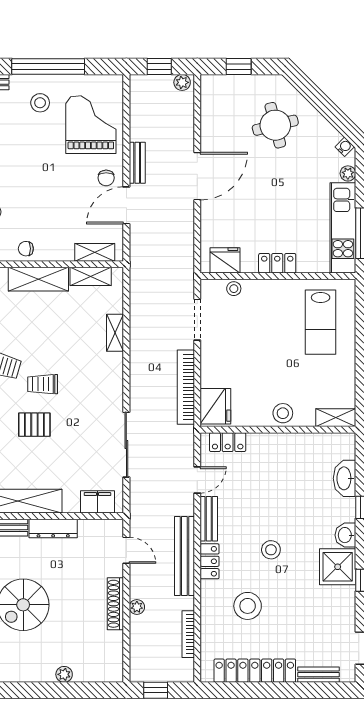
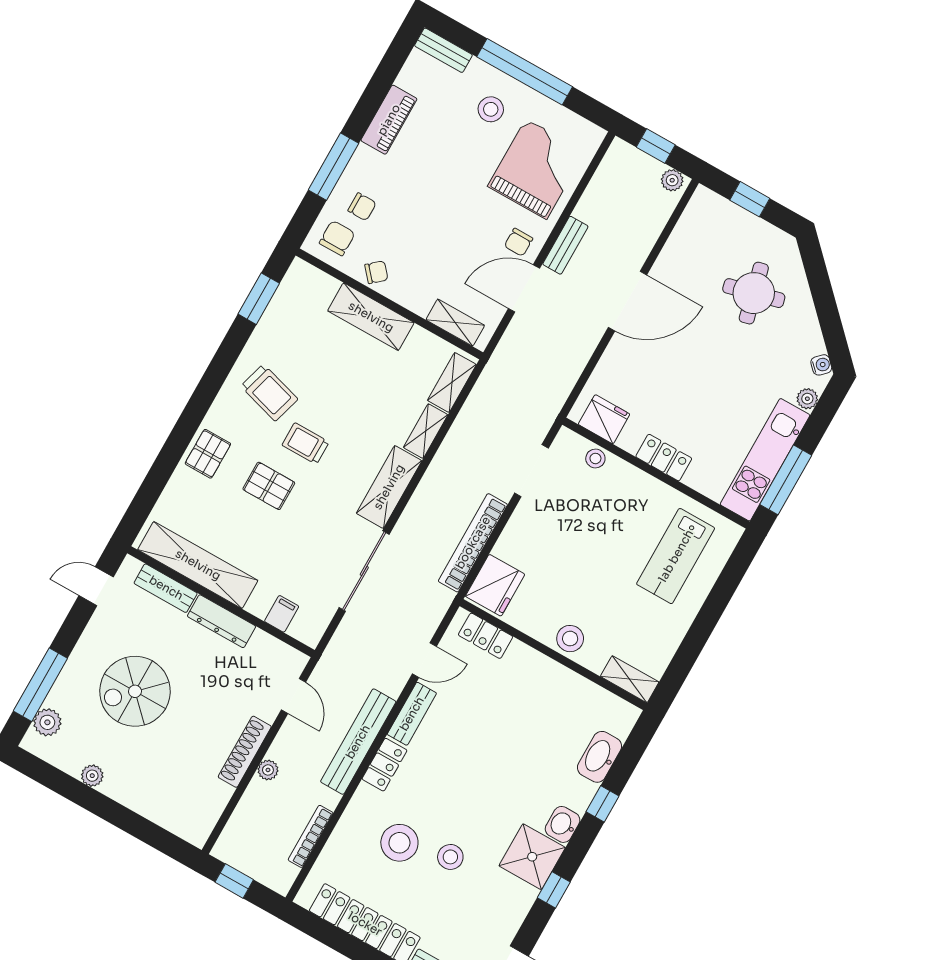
chair: (26, 249) -> (376, 272), turned 139
shelving: (91, 276) -> (452, 382), moved, turned 90
shelving: (112, 382) -> (389, 487), added
filing cabinet: (97, 502) -> (282, 614), width x0.50
stool: (271, 550) -> (450, 857), moved
plant: (64, 674) -> (92, 776), moved

